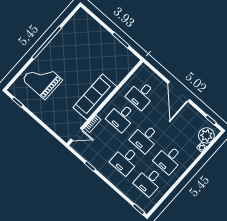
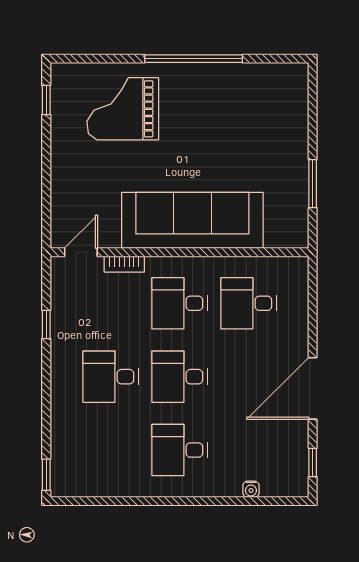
grand piano: (42, 80) -> (123, 109), turned -90
door: (179, 92) -> (313, 388), moved
sofa: (95, 97) -> (192, 220), width x1.36, depth x1.27
door: (77, 134) -> (81, 252), swing flipped
plant: (206, 135) -> (279, 479), removed
desk: (149, 181) -> (111, 450), removed

